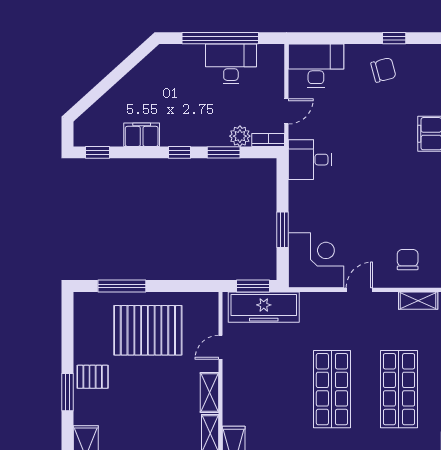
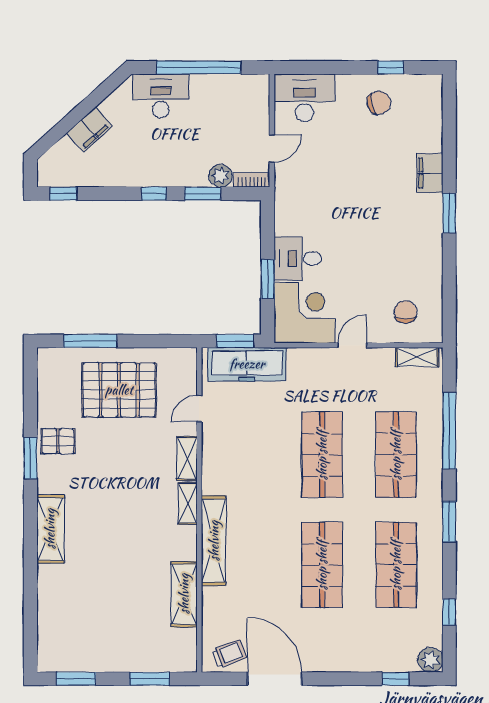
desk: (231, 64) -> (161, 96), moved
filing cabinet: (142, 135) -> (90, 129), moved, turned 138
desk: (310, 160) -> (298, 259), moved

